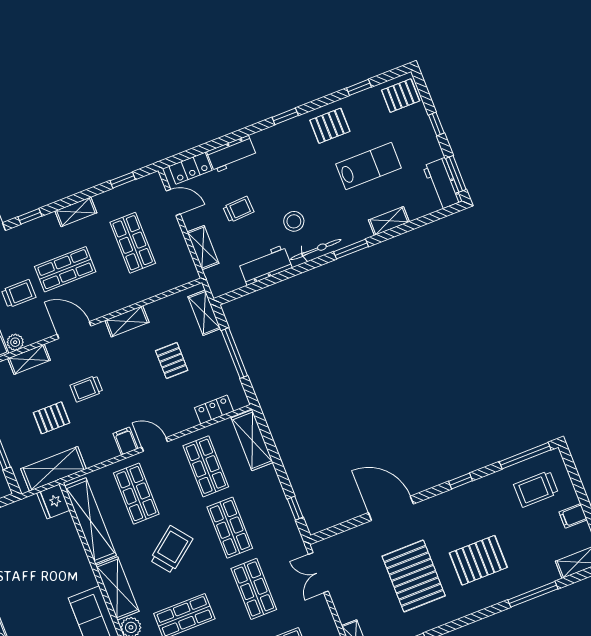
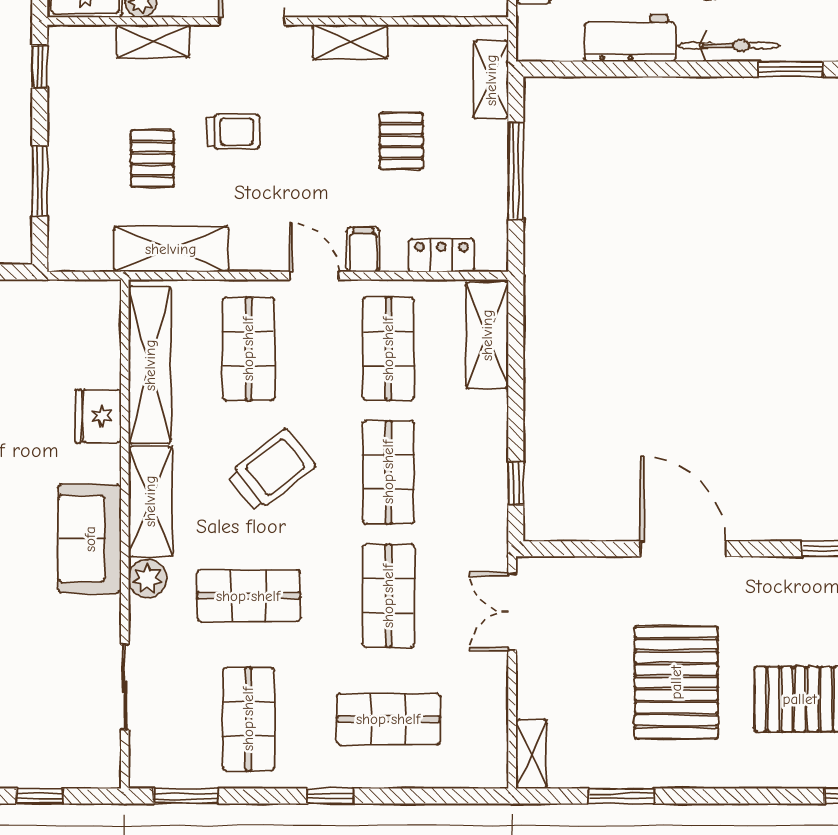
trolley: (86, 389) -> (233, 132), turned 180
pallet: (52, 418) -> (152, 159), turned 90
filing cabinet: (126, 441) -> (363, 250), moved
shelving: (54, 469) -> (171, 249), moved
fridge: (53, 502) -> (98, 416), moved

